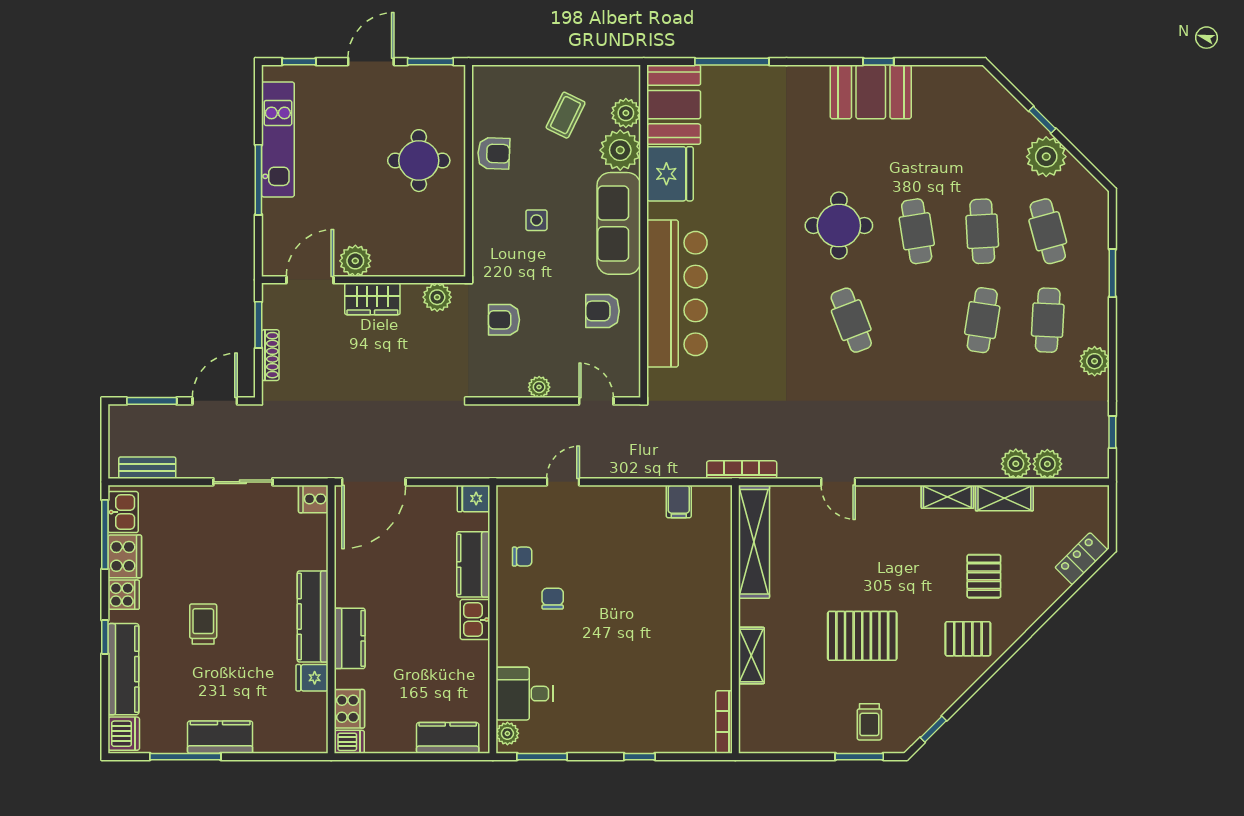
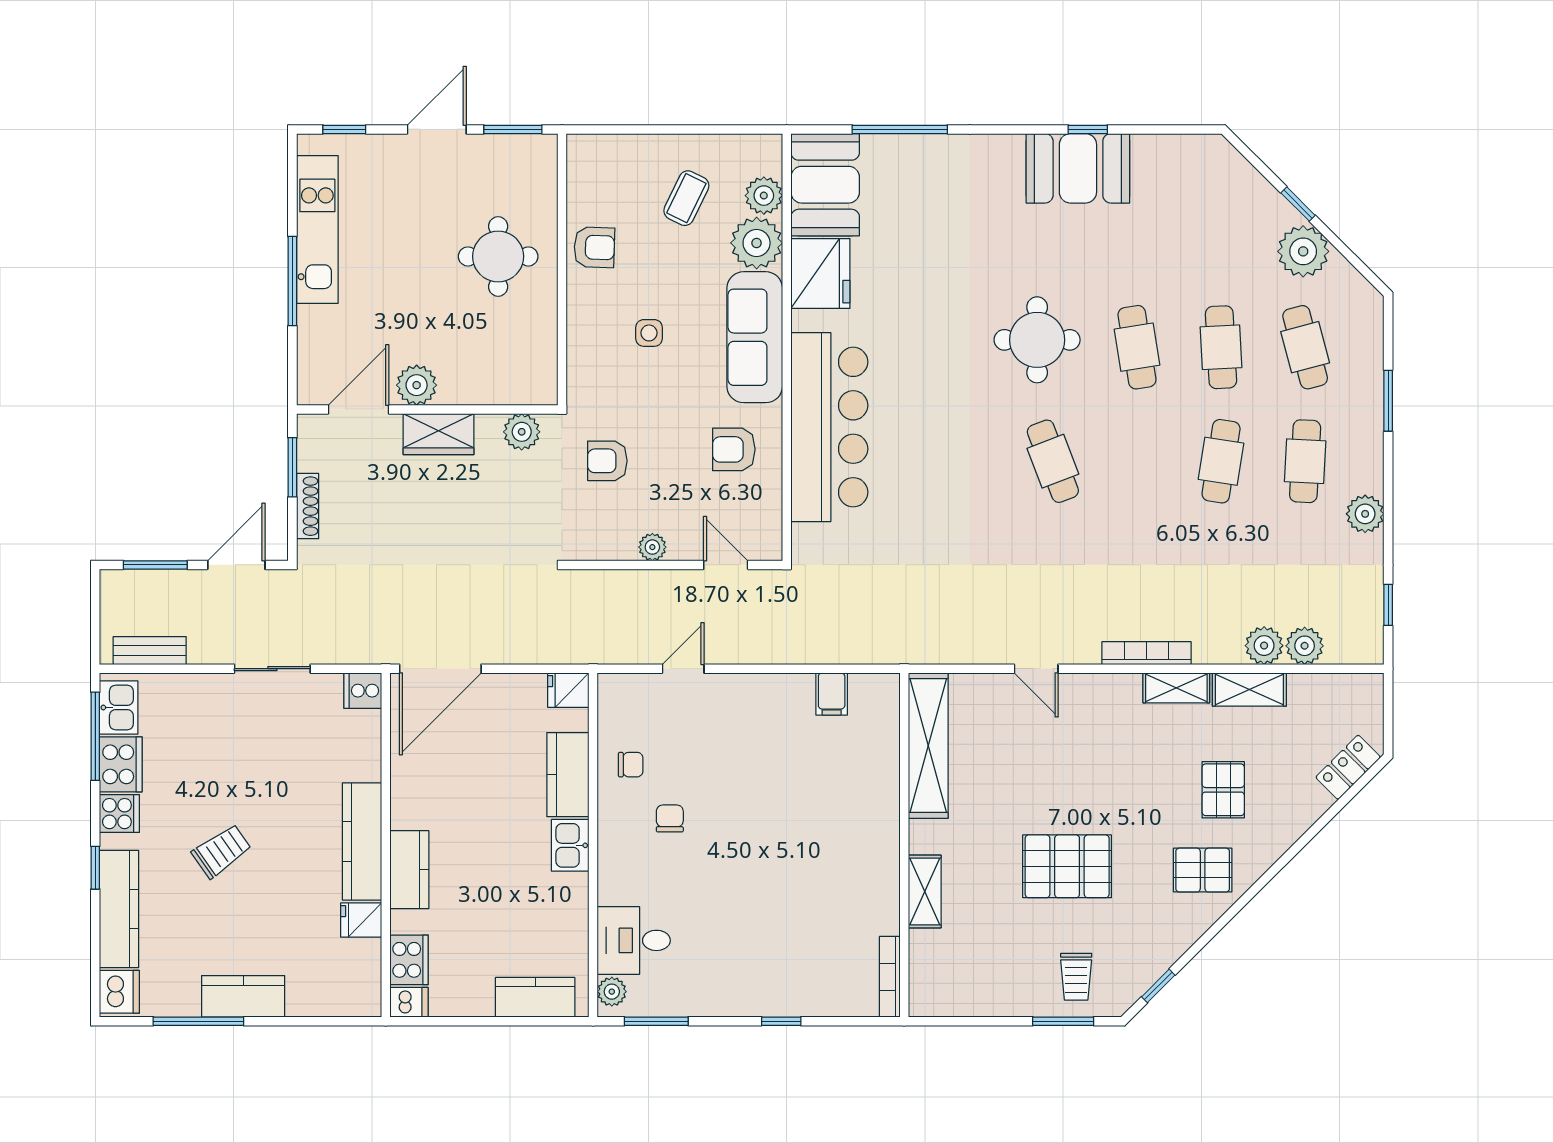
bookcase: (742, 470) -> (1147, 653), moved
trolley: (203, 624) -> (221, 851), turned 55

